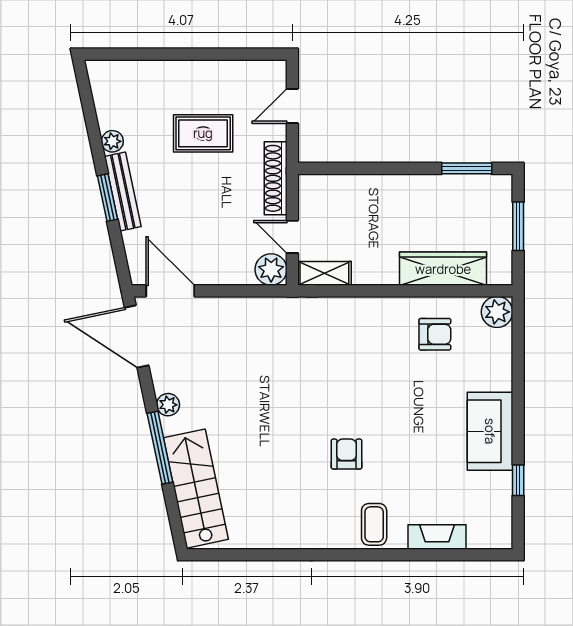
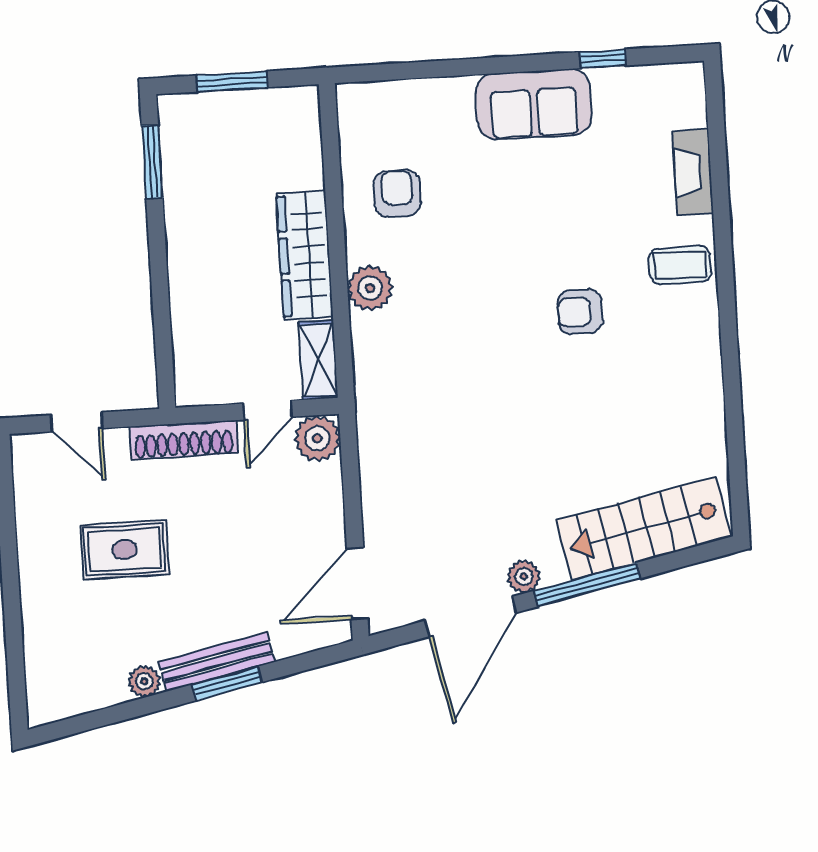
rug: (203, 133) -> (125, 550), turned 90
wardrobe: (443, 269) -> (305, 255), moved
plant: (497, 312) -> (370, 288), moved
door: (137, 336) -> (471, 617), moved

